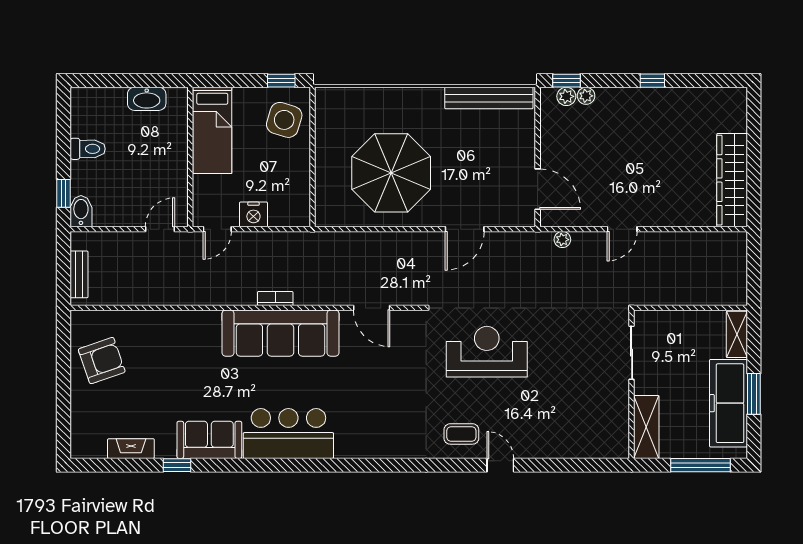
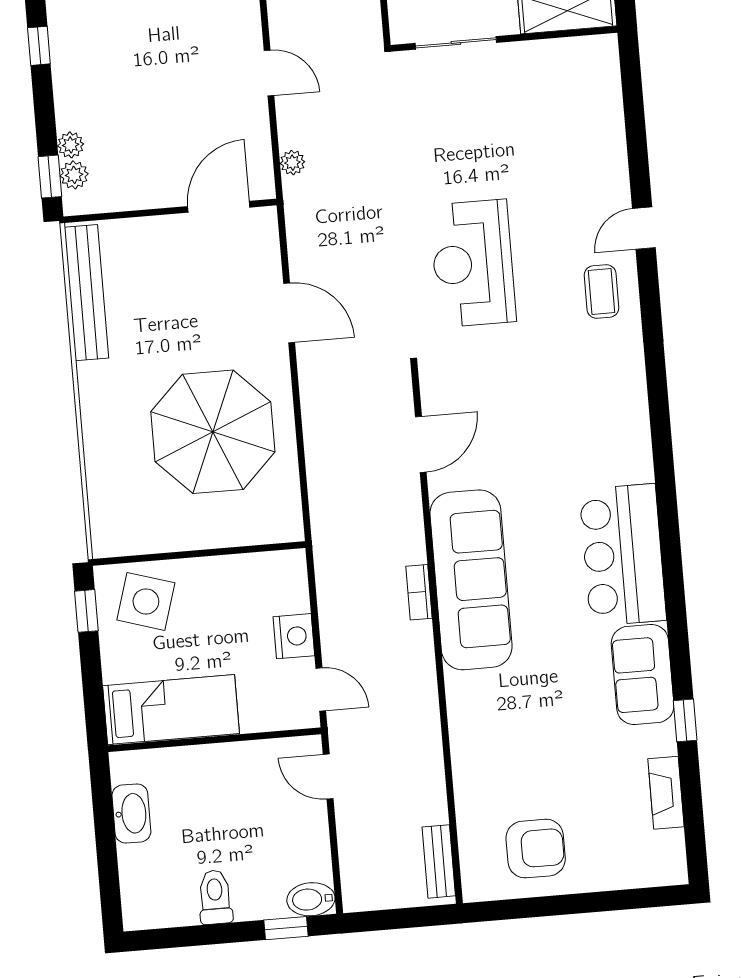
bench: (79, 274) -> (439, 861), moved, turned 90
armchair: (102, 361) -> (536, 849), turned 109

